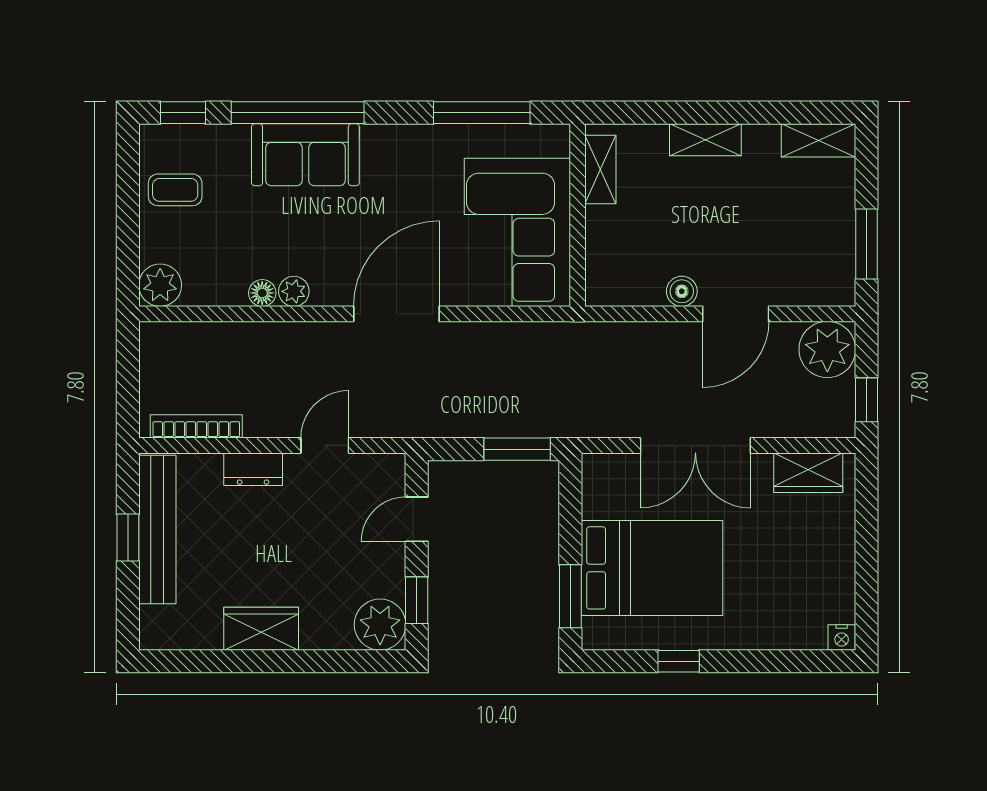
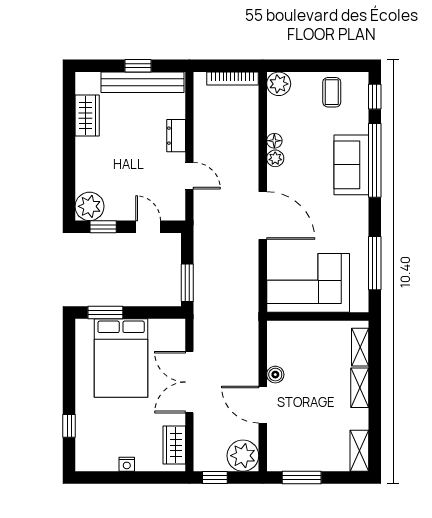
shelving: (600, 170) -> (360, 347), moved, turned 90
bookcase: (196, 426) -> (233, 78), moved, turned 90
wardrobe: (261, 629) -> (87, 115), moved
nightstand: (842, 637) -> (127, 464), moved, turned -90
window: (679, 661) -> (69, 426), moved

